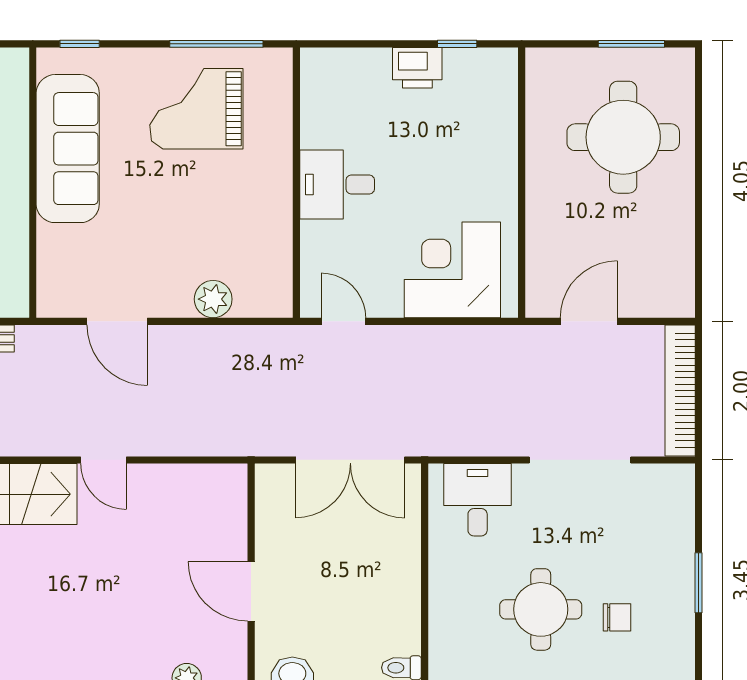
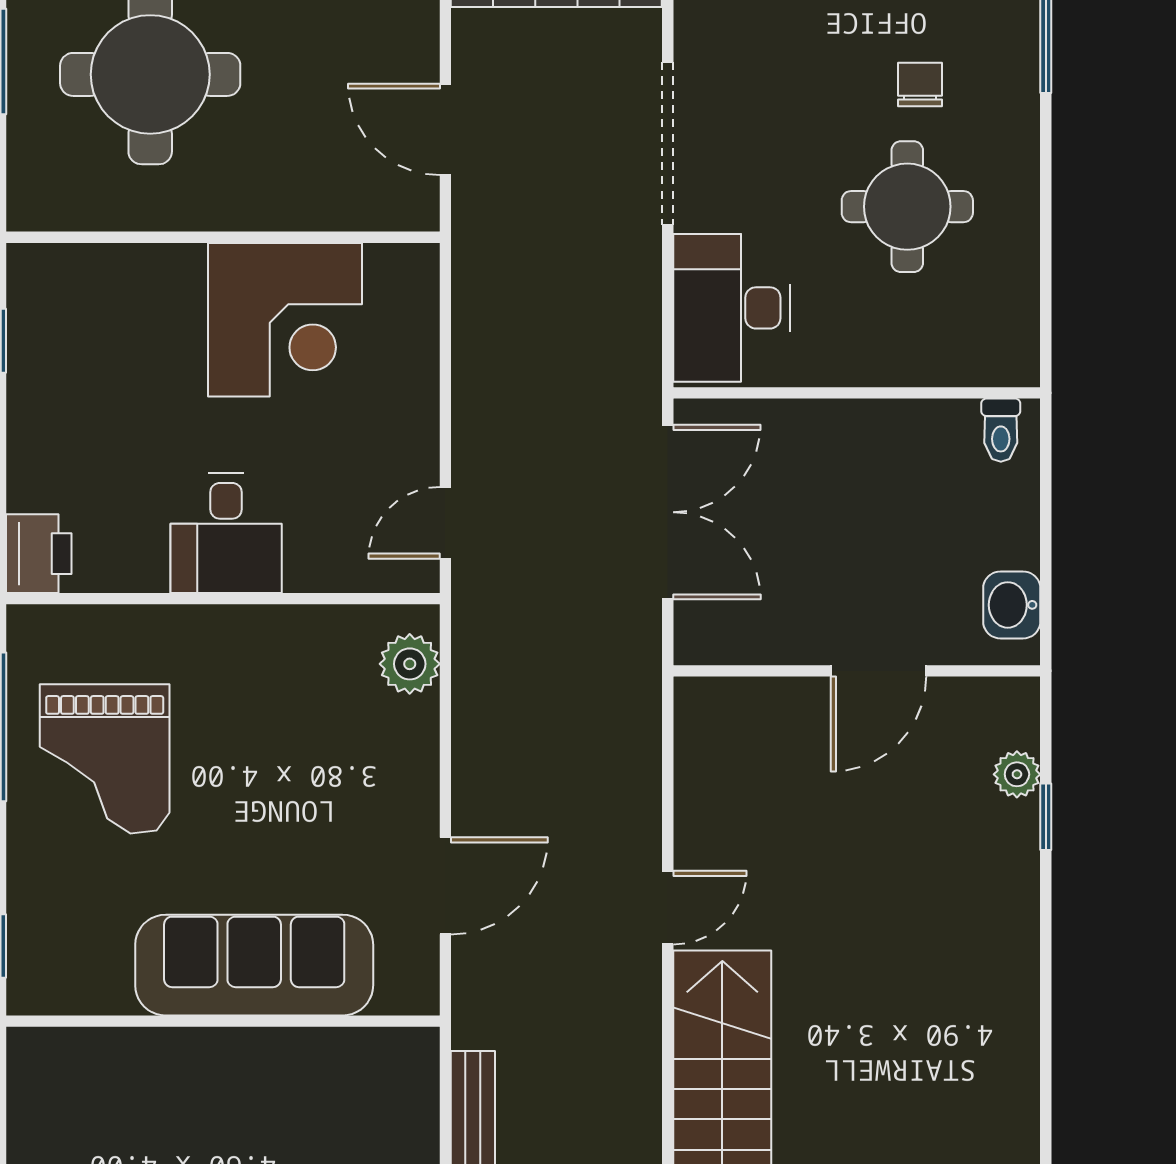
printer: (417, 68) -> (39, 554), moved
sofa: (68, 149) -> (254, 965), moved
corner desk: (452, 270) -> (285, 320), moved, turned -90
plant: (213, 299) -> (410, 664), moved
desk: (478, 500) -> (731, 308), width x1.37

